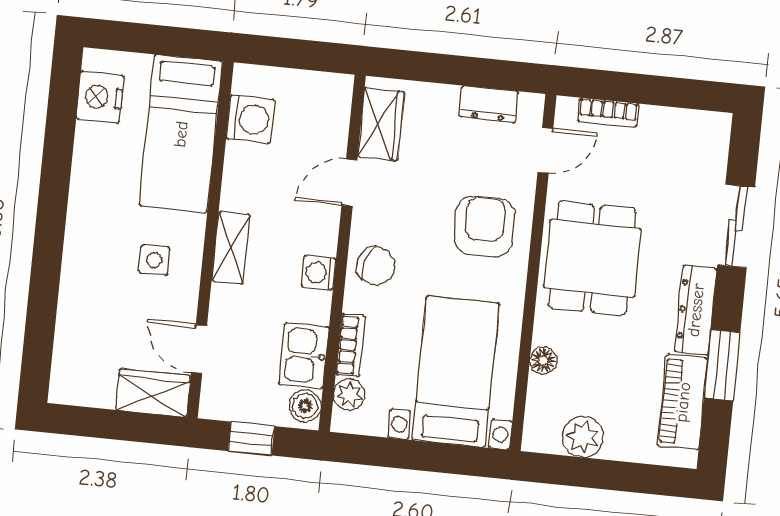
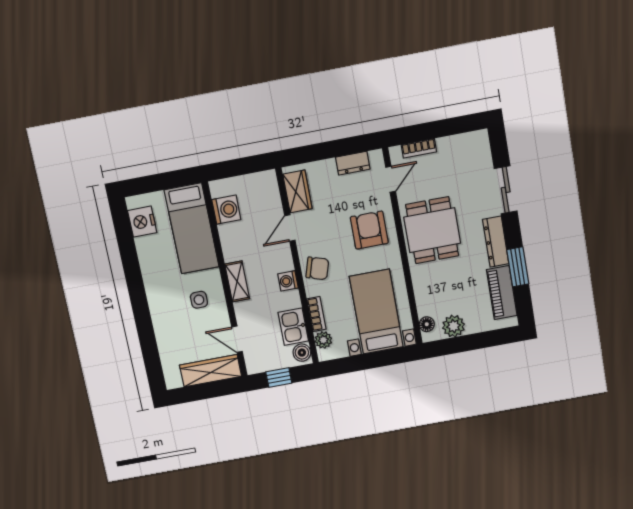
floor lamp: (543, 360) -> (427, 324), moved
wardrobe: (153, 393) -> (211, 371), width x1.50

